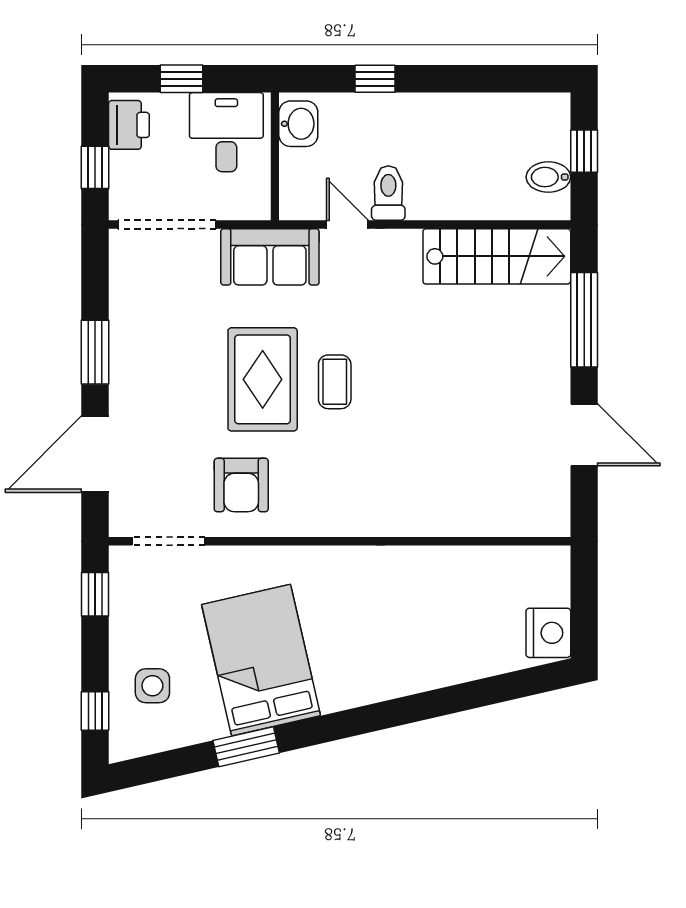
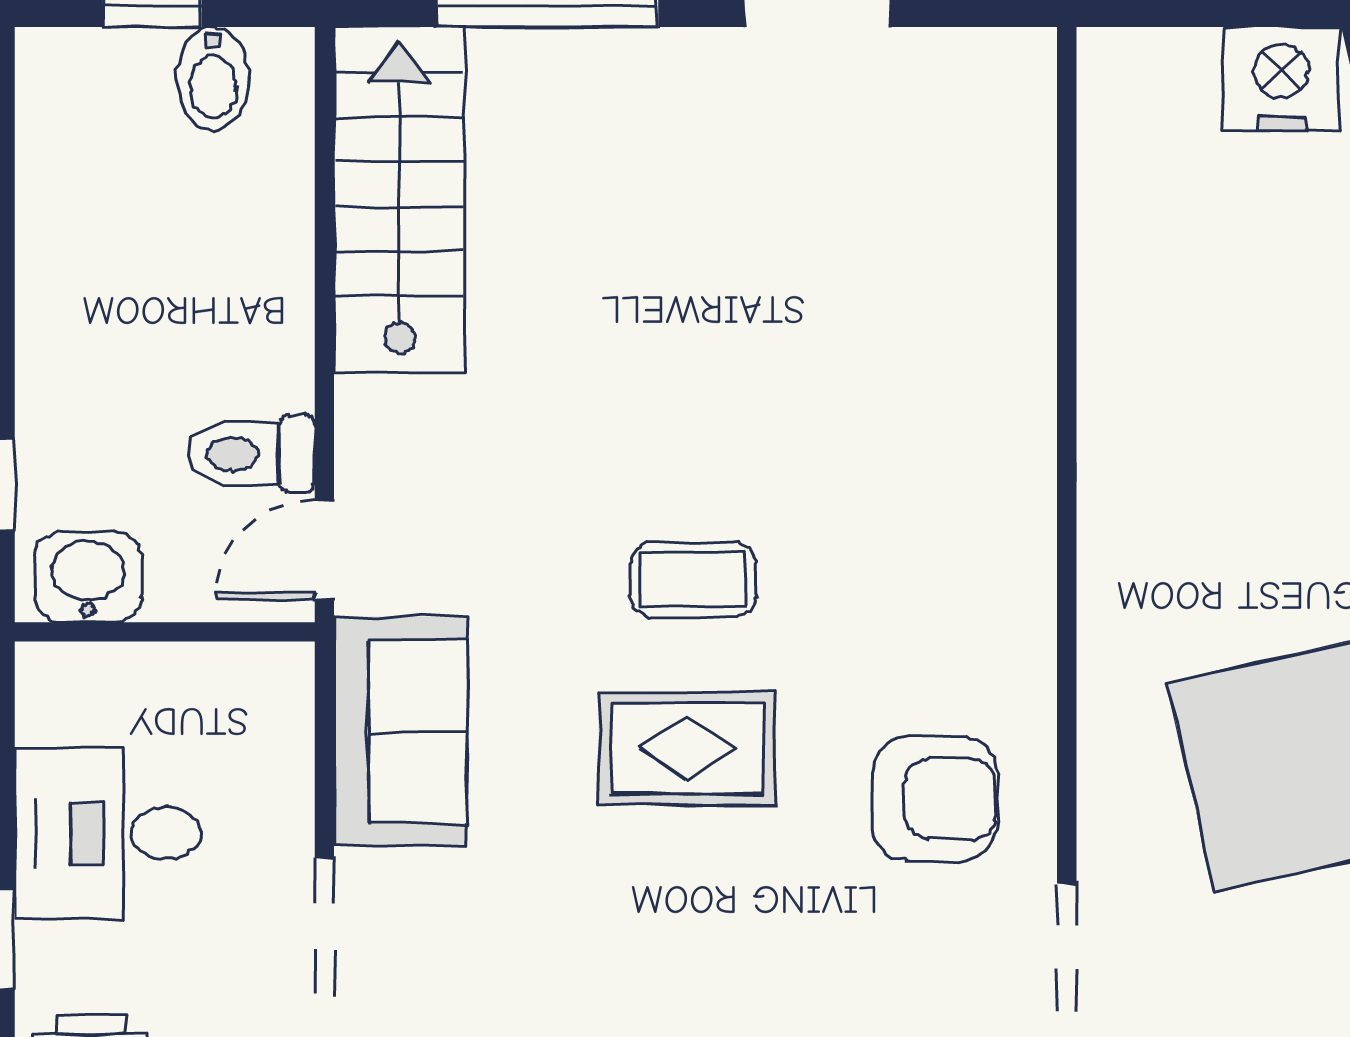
washbasin: (298, 124) -> (88, 577), moved
wall: (275, 156) -> (165, 632), moved
rug: (263, 379) -> (687, 749), width x0.73, depth x0.70

